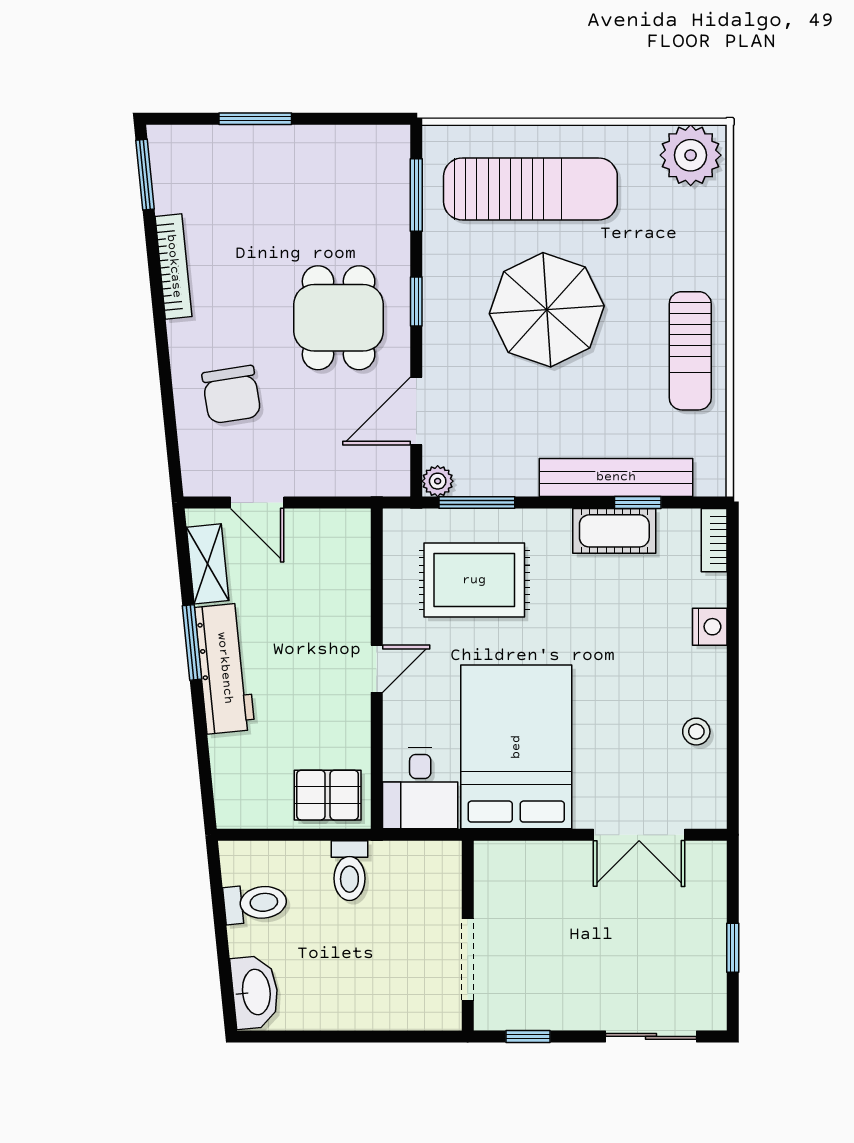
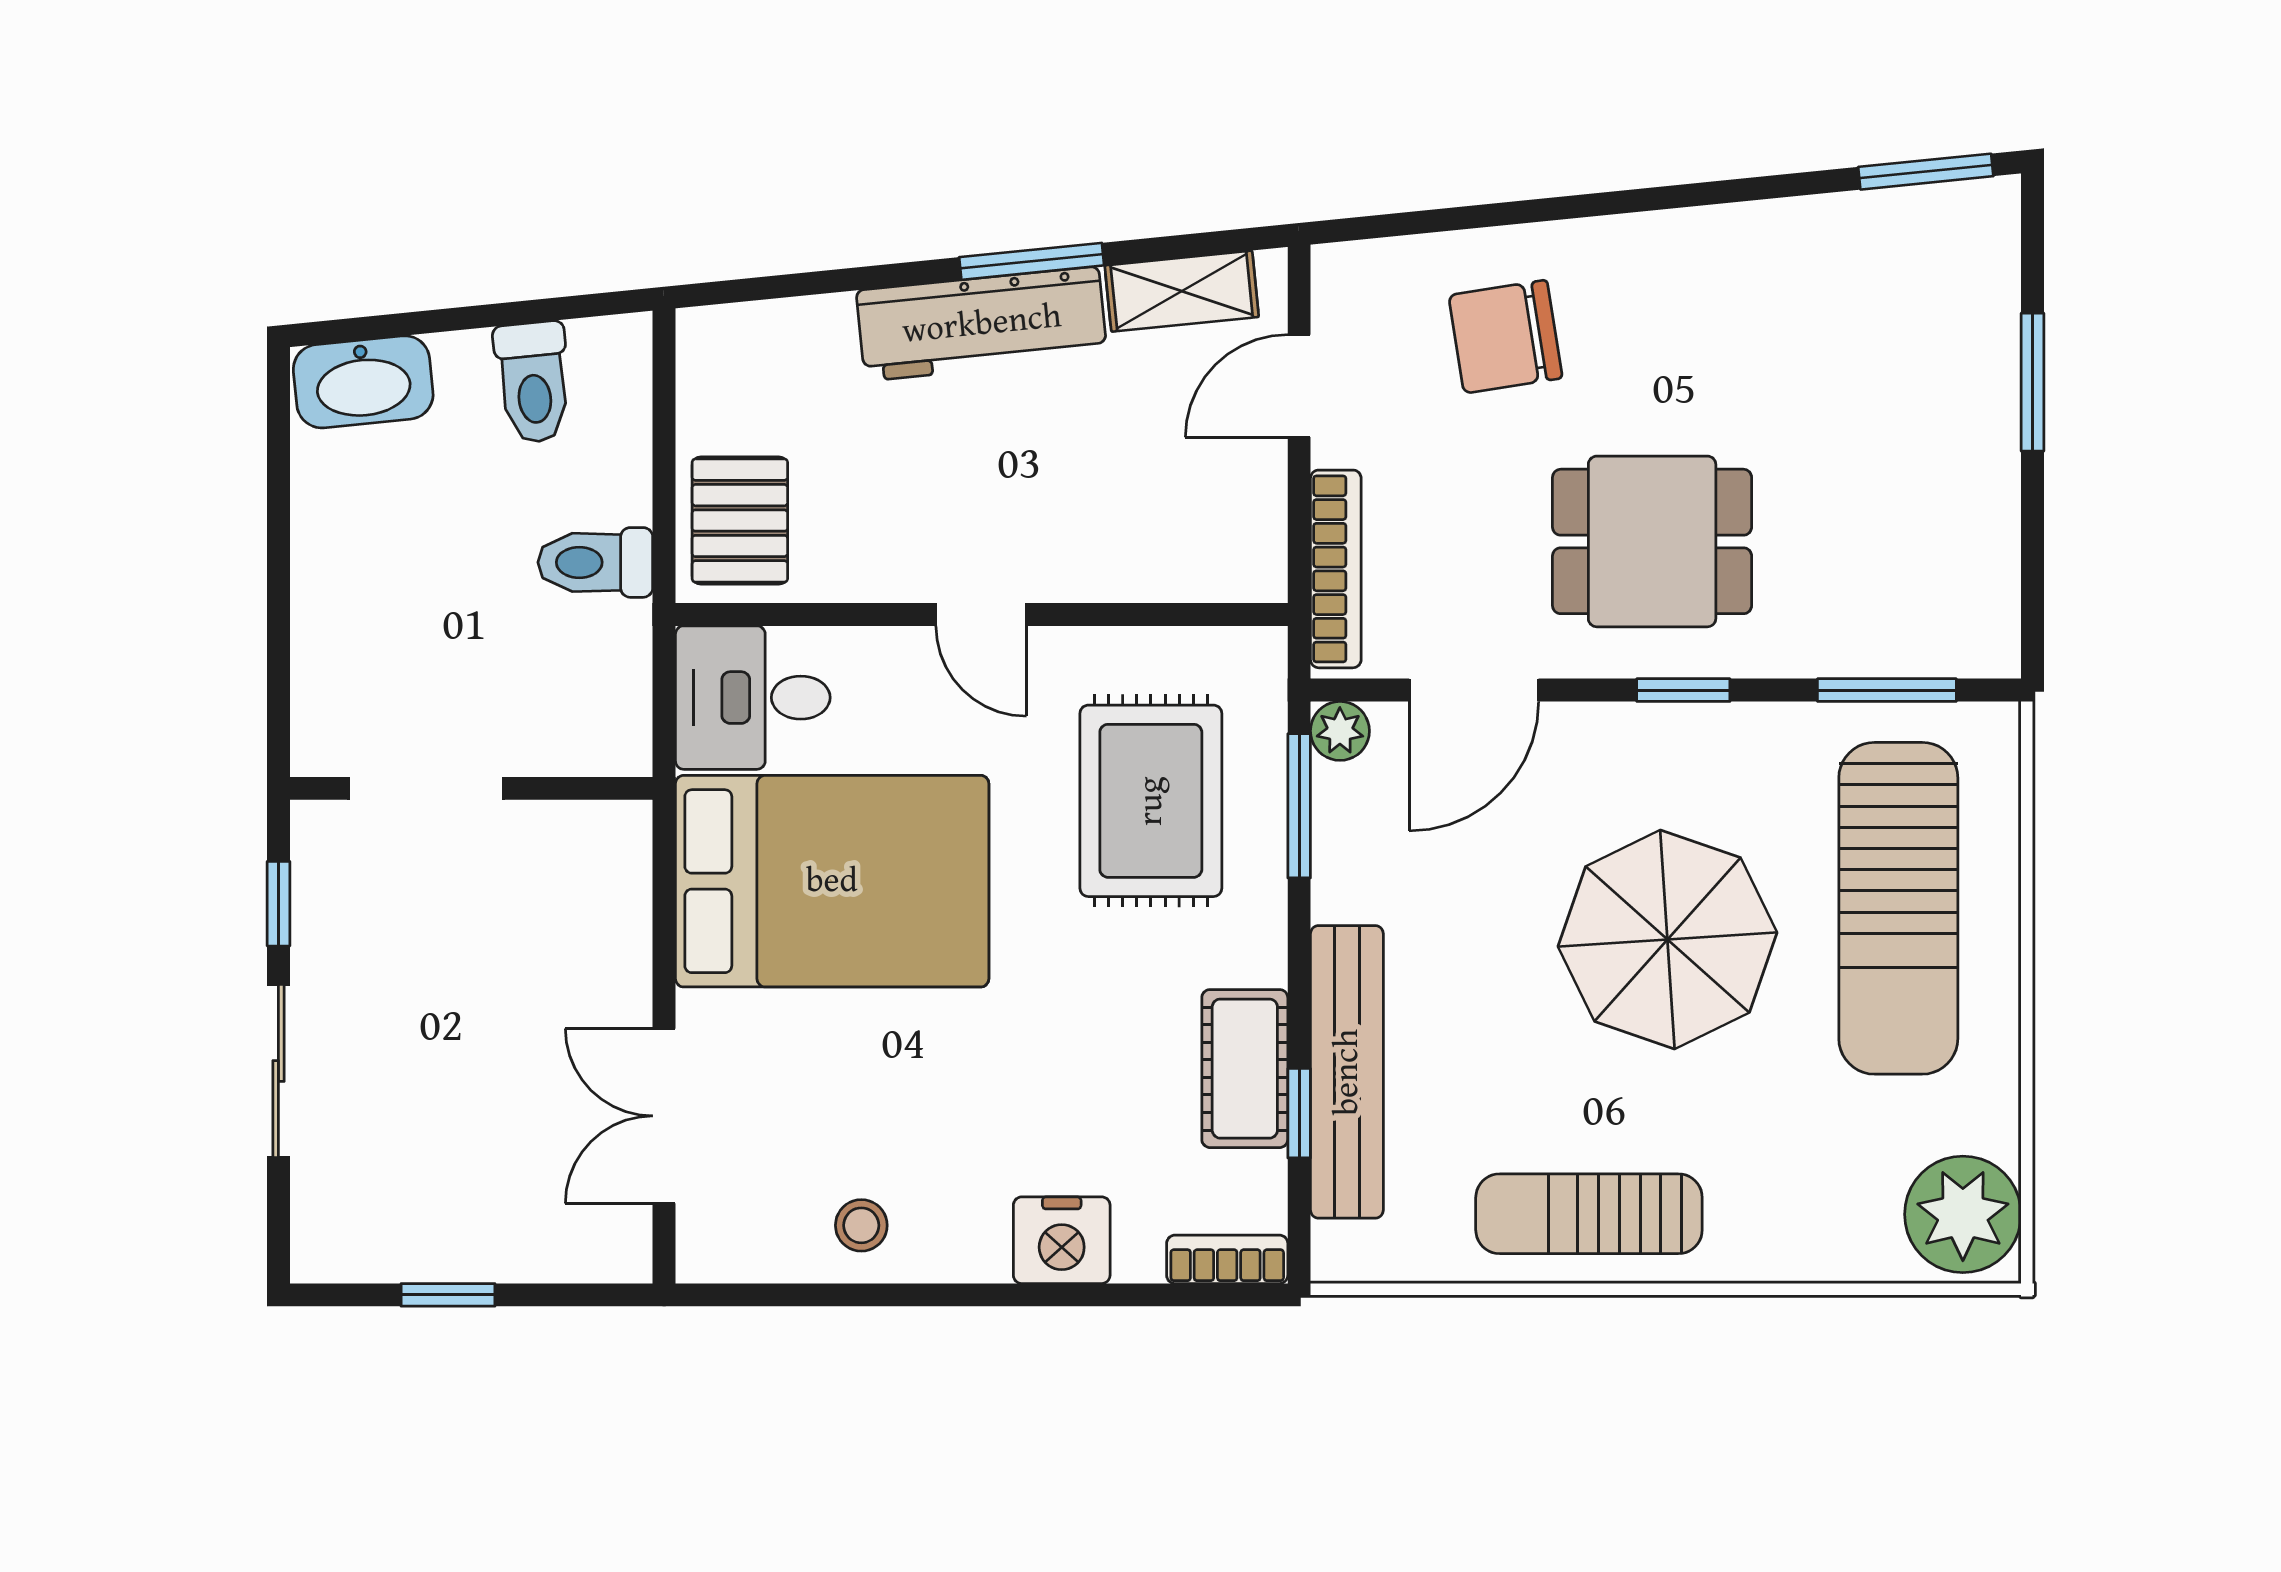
bookcase: (174, 266) -> (1336, 569), moved, turned -84
door: (416, 411) -> (1474, 690), swing flipped
nightstand: (710, 627) -> (1062, 1240), width x1.36, depth x1.33
sliding door: (651, 1036) -> (278, 1071), moved

